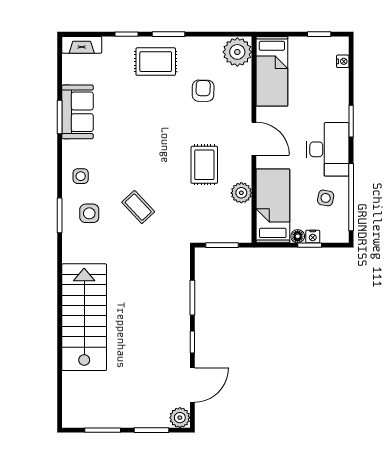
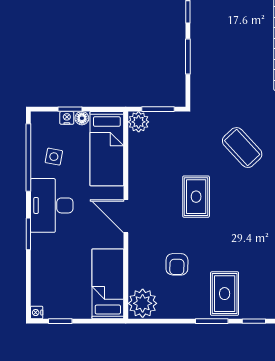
nightstand: (343, 61) -> (37, 313), moved
rug: (156, 62) -> (225, 294), turned 90
rug: (204, 165) -> (196, 197), moved
plant: (241, 193) -> (139, 122), moved
coffee table: (138, 207) -> (242, 148), width x1.36, depth x1.30

